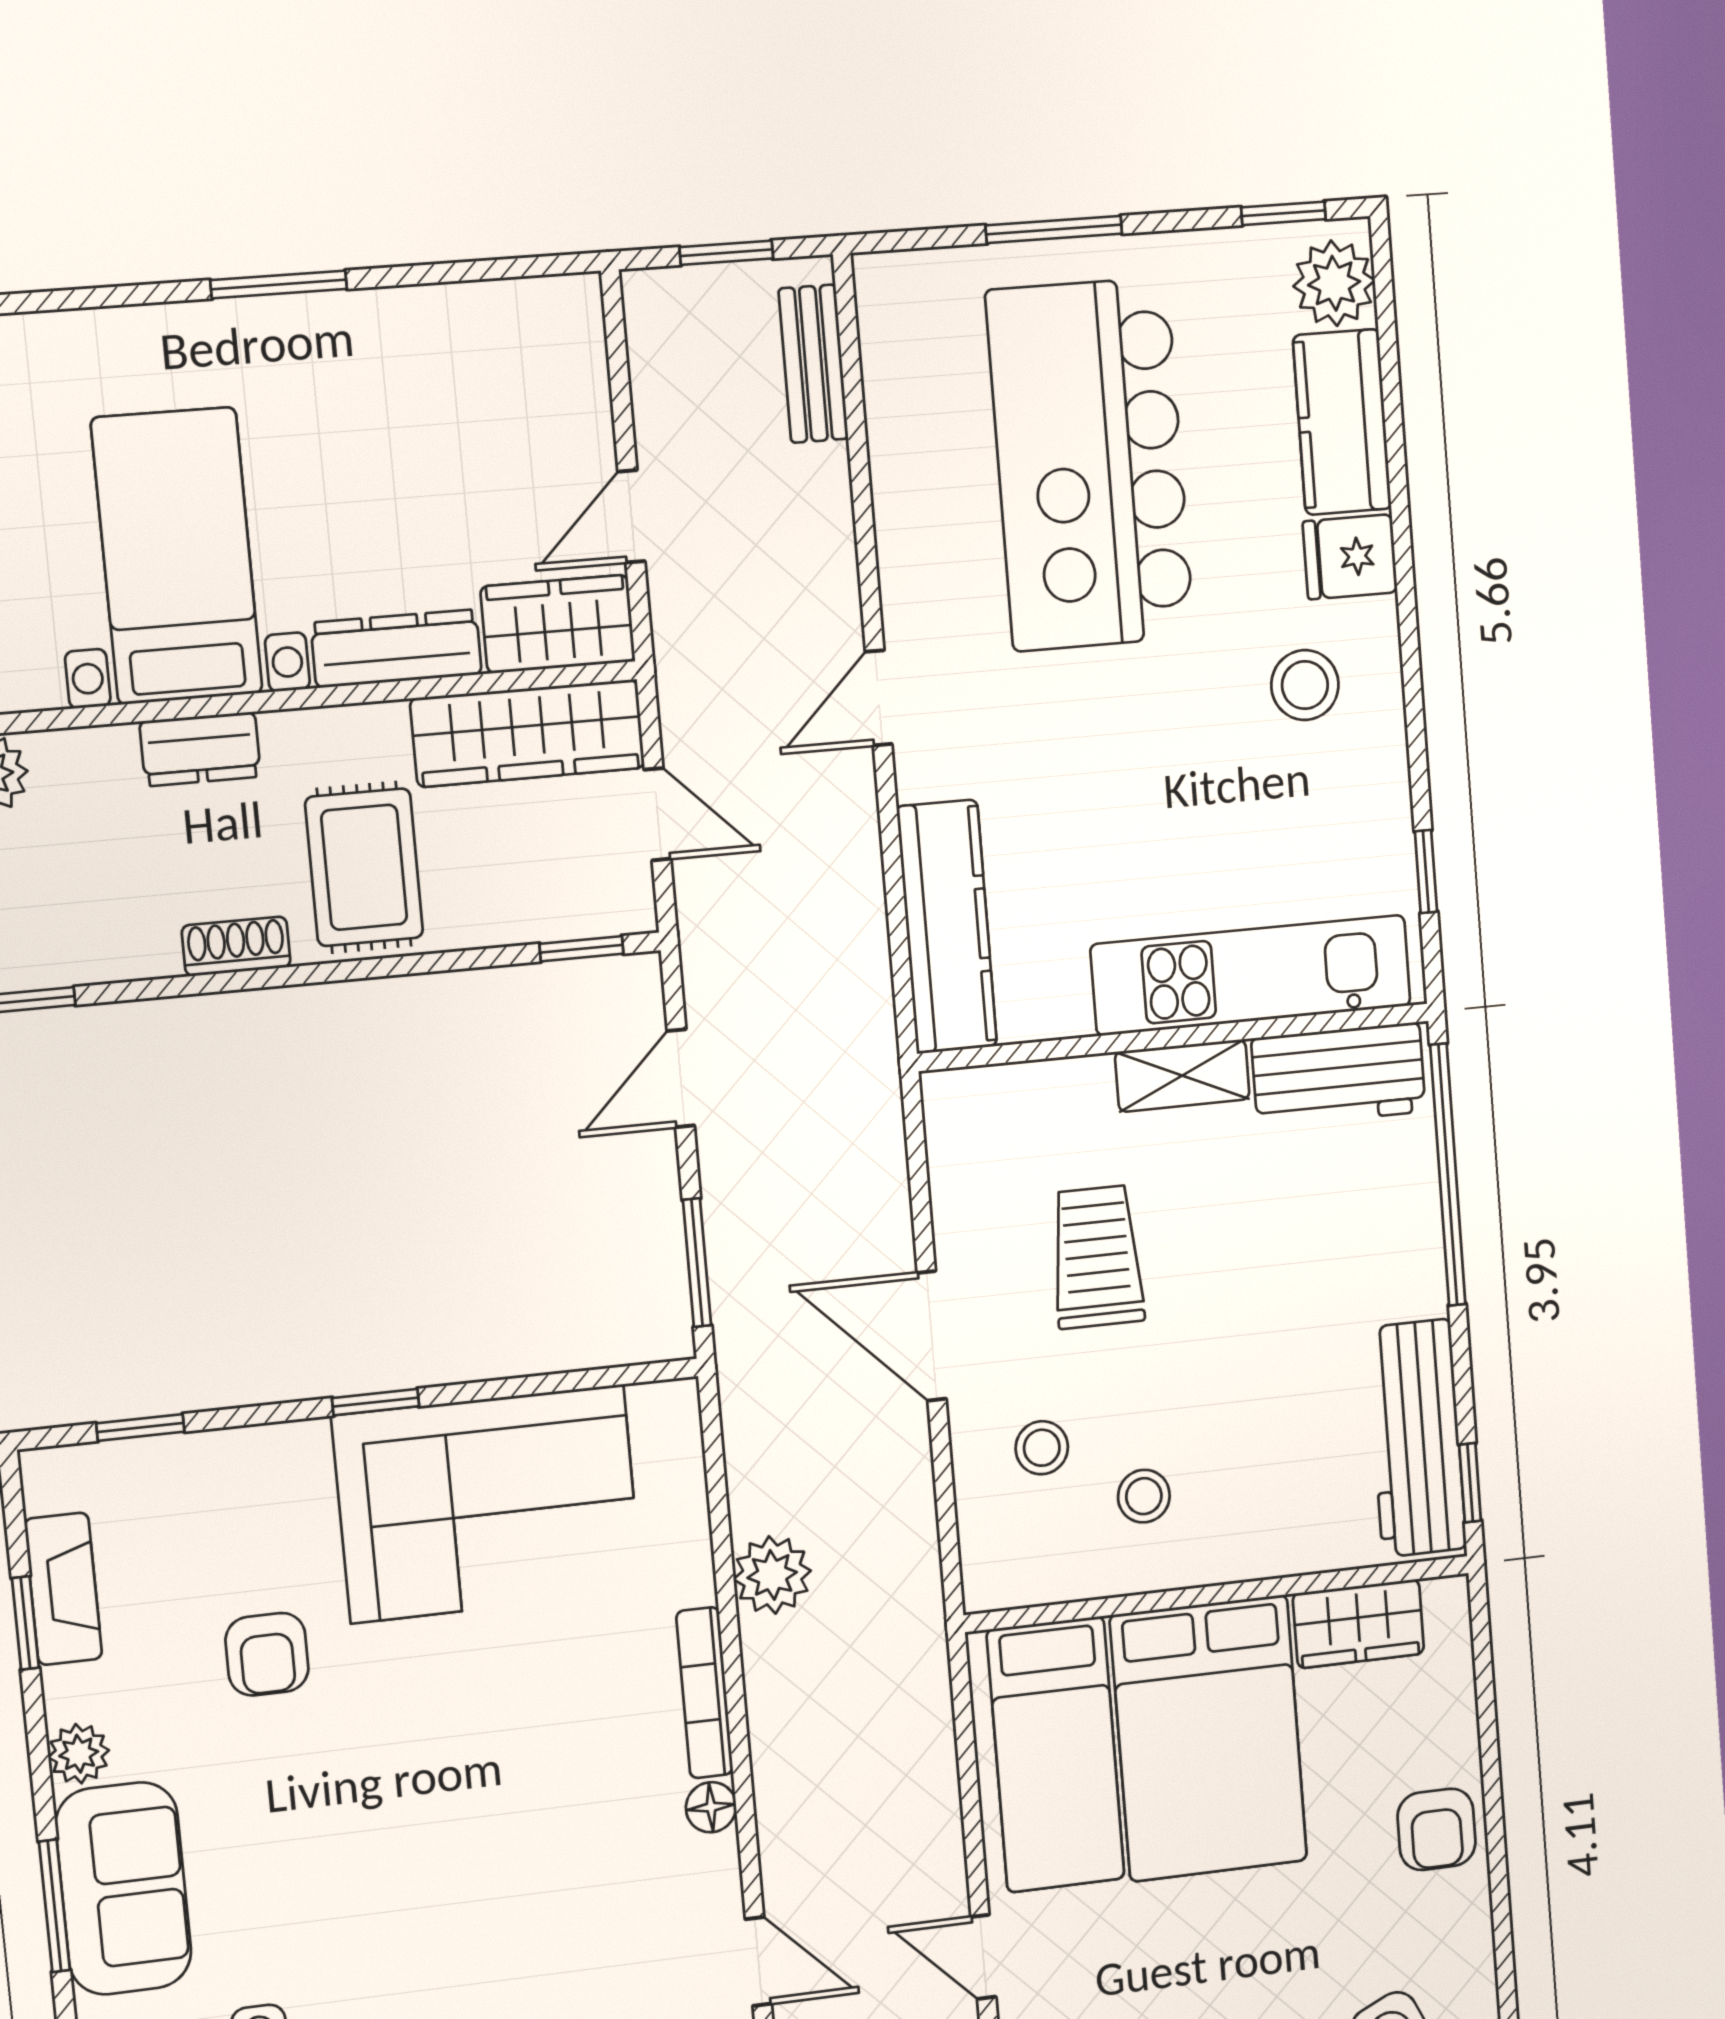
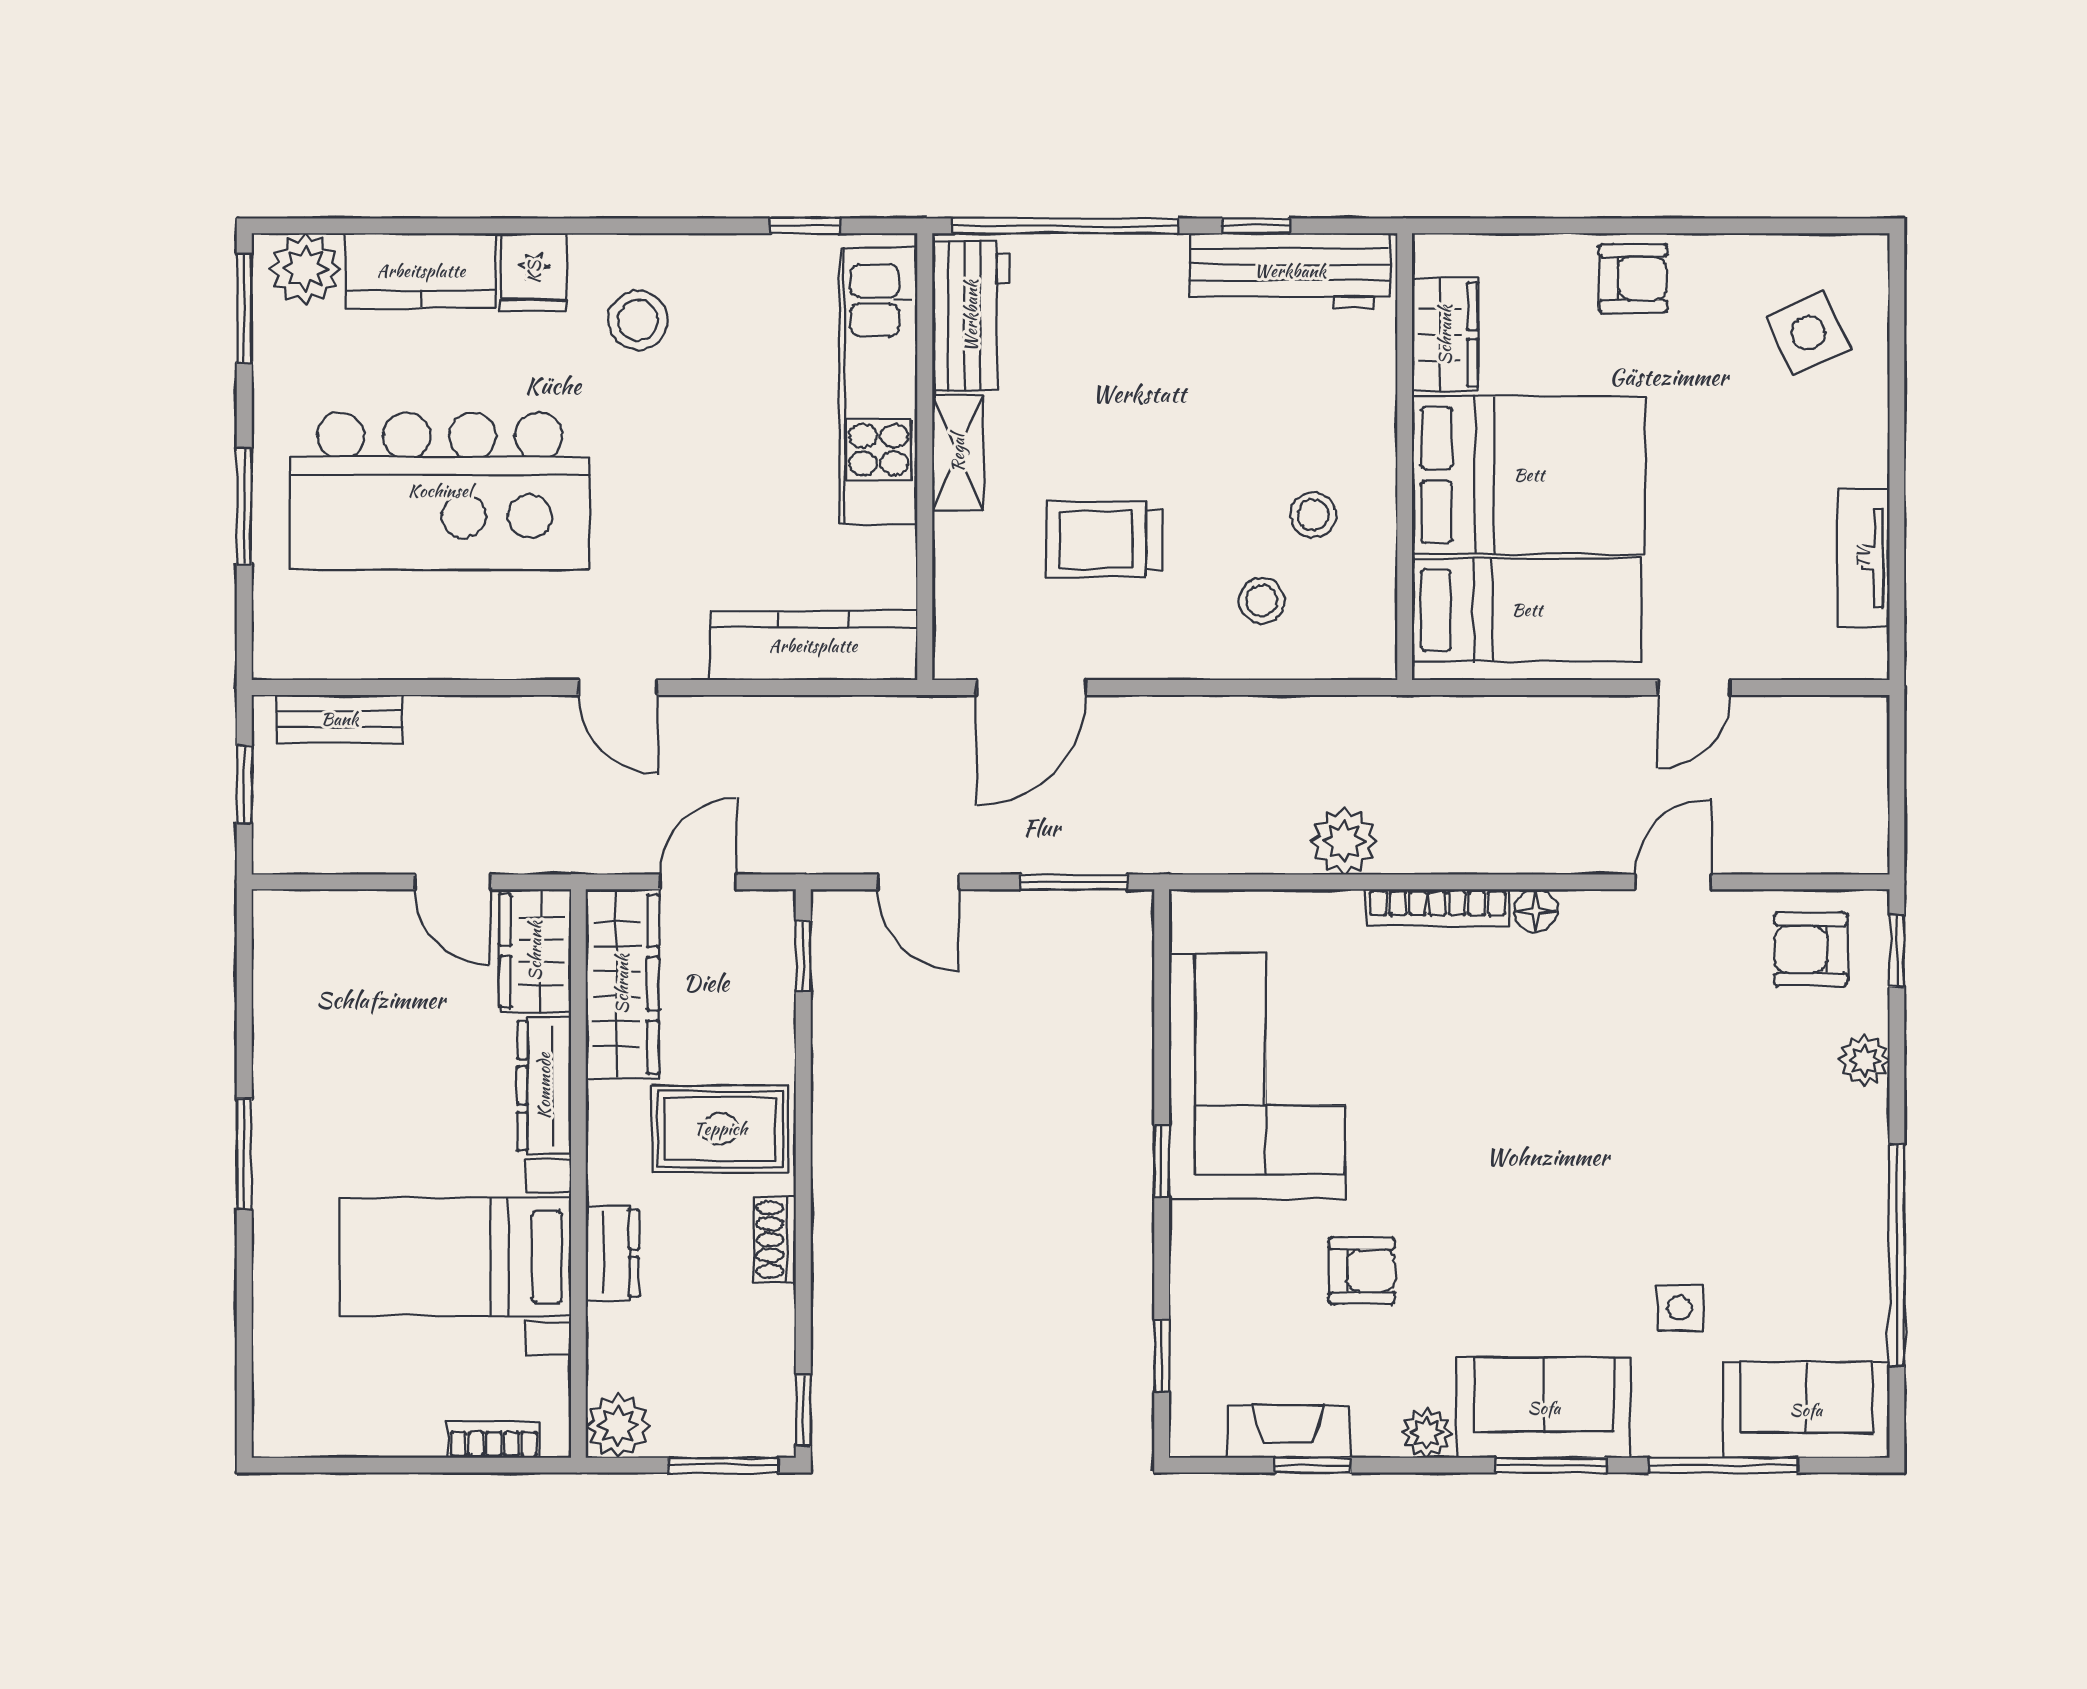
window: (1283, 213) -> (244, 308), width x1.50
door: (932, 1336) -> (1031, 688), moved
window: (1470, 1483) -> (1256, 226), moved

